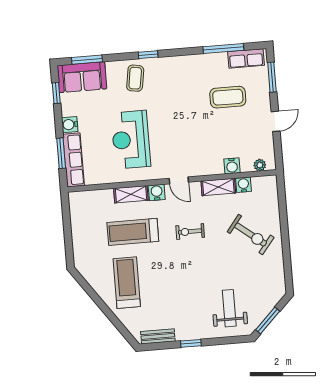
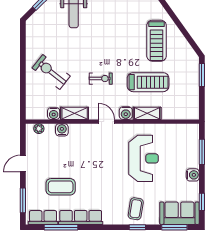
window: (148, 55) -> (137, 227), moved
row of seats: (74, 160) -> (81, 217), moved, turned 90
window: (69, 246) -> (202, 75), added

